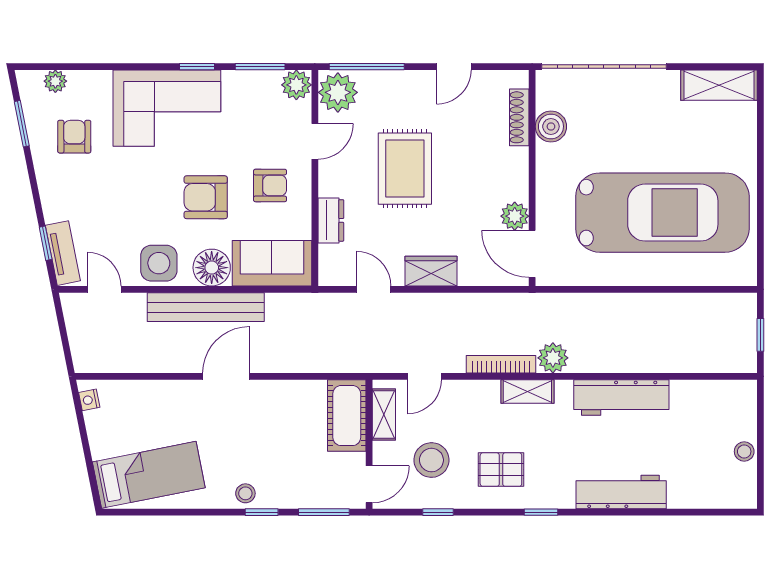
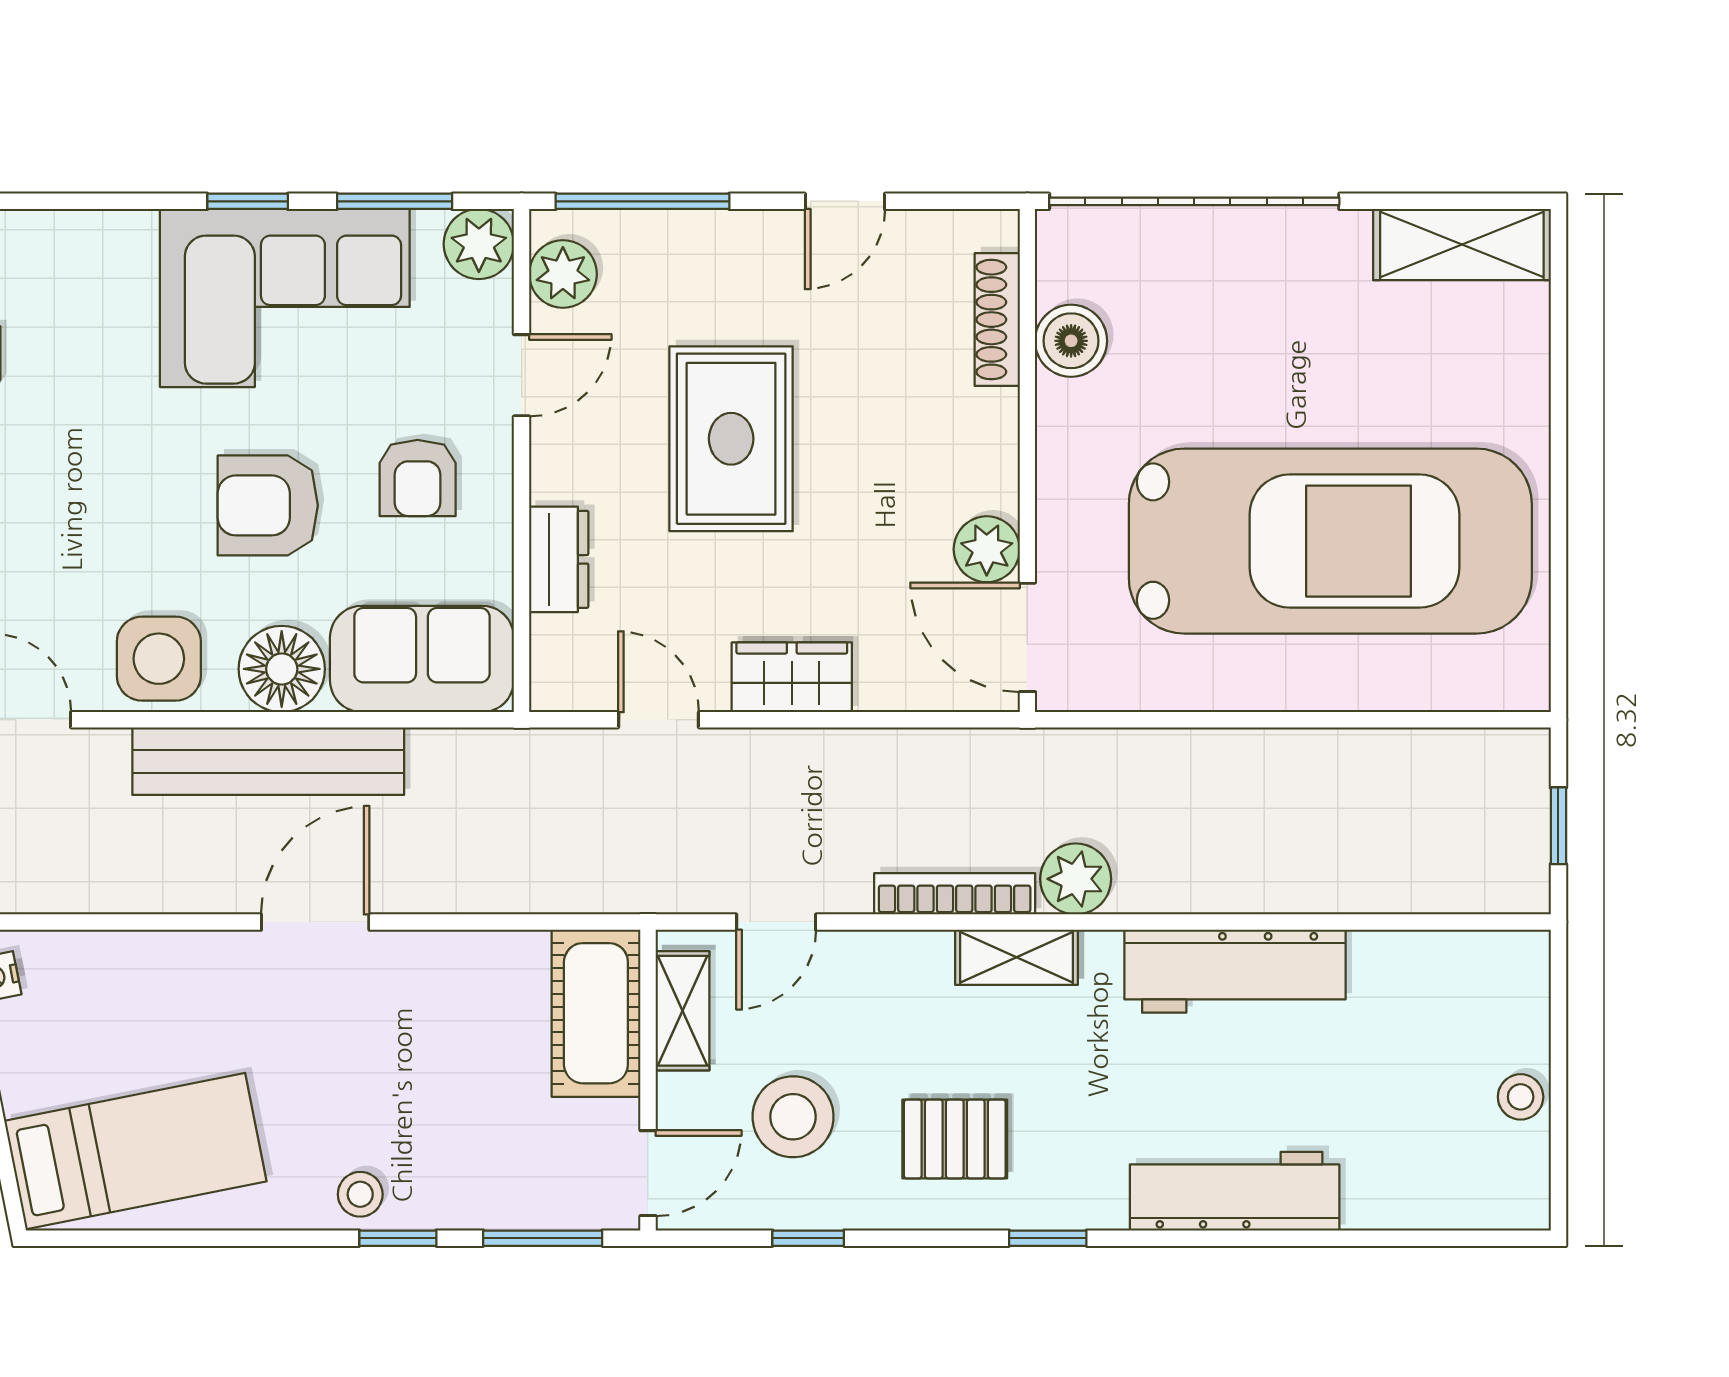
plant: (338, 92) -> (563, 274), width x0.73, depth x0.73
corner sofa: (167, 108) -> (285, 298), moved
armchair: (270, 185) -> (418, 478), turned 90

